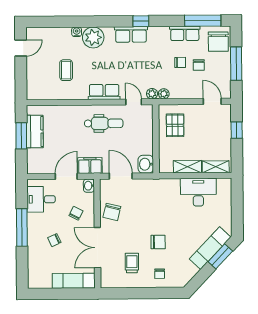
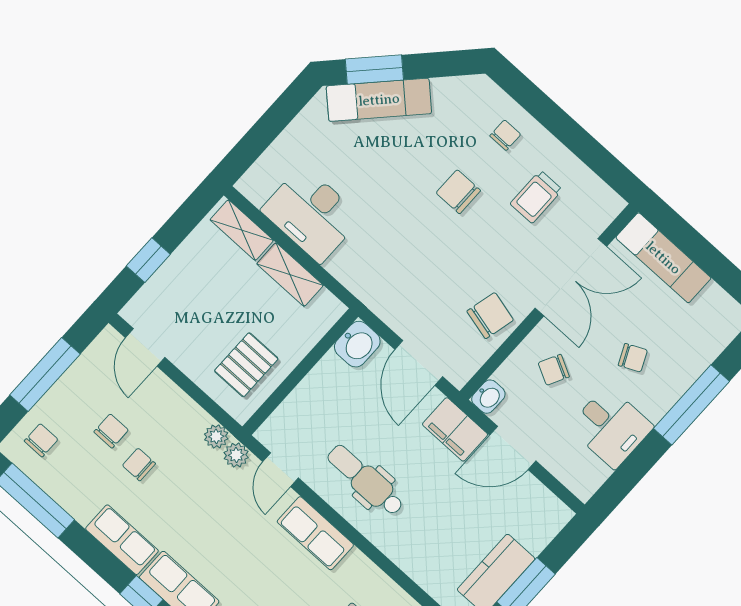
row of seats: (185, 33) -> (122, 540), moved
chair: (218, 42) -> (41, 440), width x0.54, depth x0.54
desk: (41, 199) -> (611, 427), moved
window: (22, 227) -> (691, 405), moved

